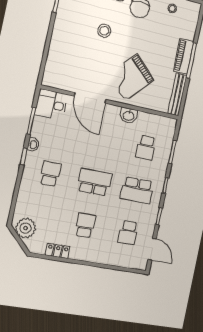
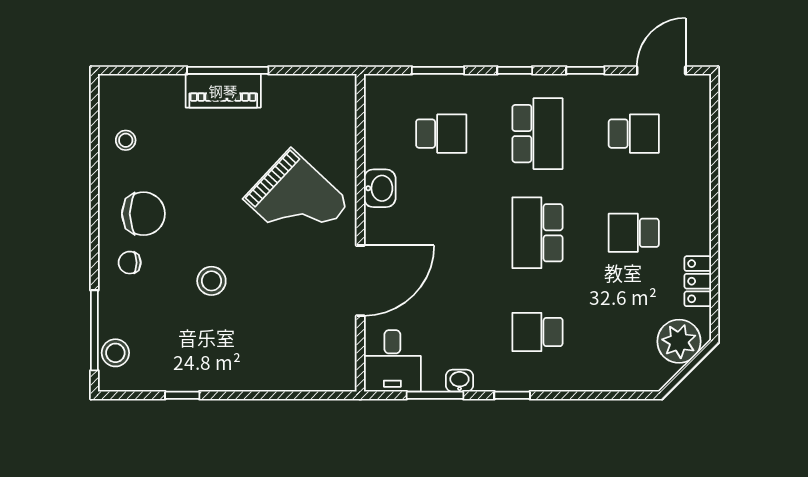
bench: (177, 95) -> (310, 87), removed
washbasin: (33, 145) -> (459, 381), moved
plant: (26, 228) -> (679, 341), moved

